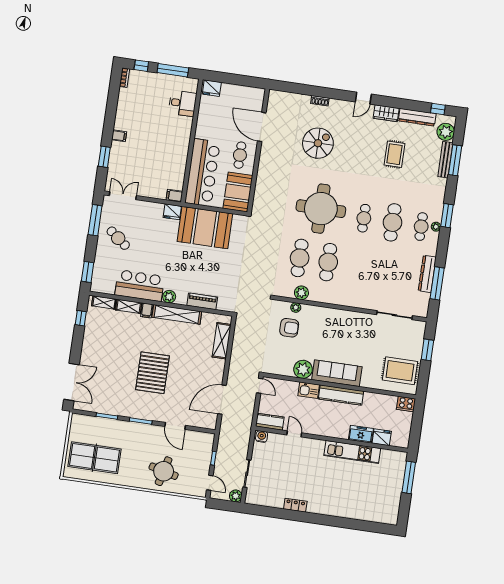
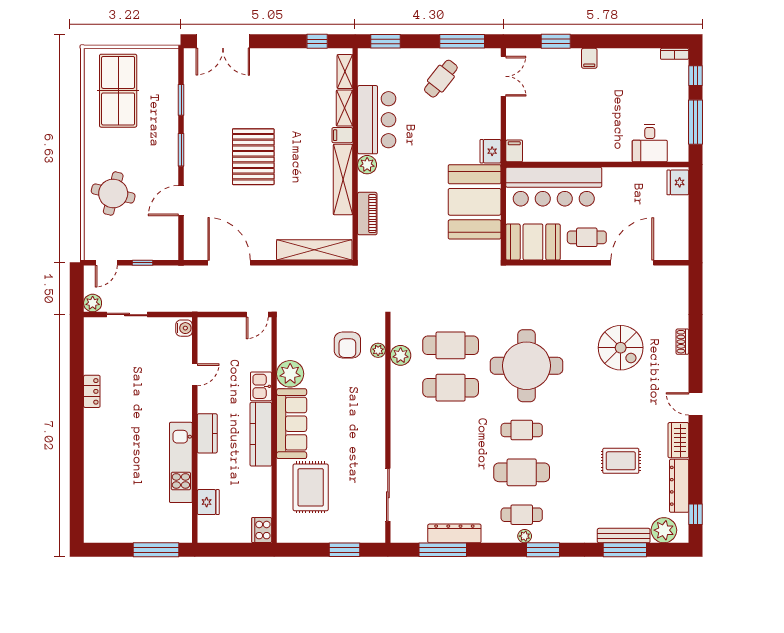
shelving: (222, 341) -> (314, 250), width x1.47
rug: (400, 371) -> (311, 487), moved
pallet: (152, 373) -> (253, 157), turned 90
kitchen counter: (270, 422) -> (207, 433), moved
freezer: (361, 434) -> (208, 471), removed

